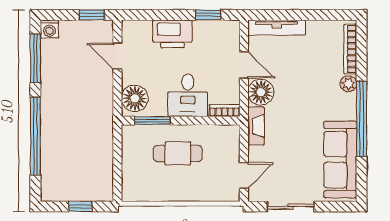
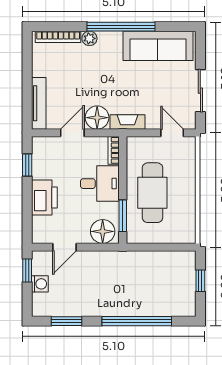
washing machine: (49, 29) -> (40, 284), moved
window: (35, 58) -> (66, 321), width x0.69
cafe table: (178, 153) -> (152, 193), width x1.37, depth x1.35

